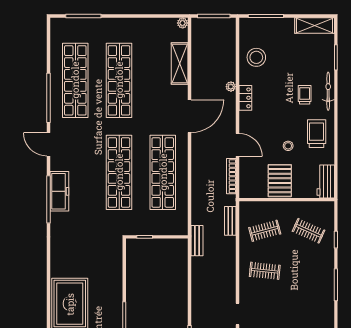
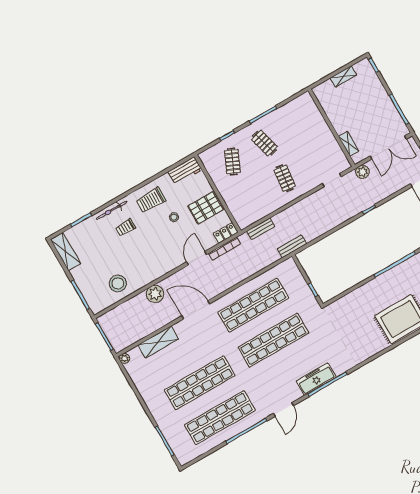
plant: (231, 87) -> (155, 294), width x1.87, depth x1.87
locker: (245, 98) -> (225, 233), moved
clothes rail: (265, 231) -> (264, 143), moved

